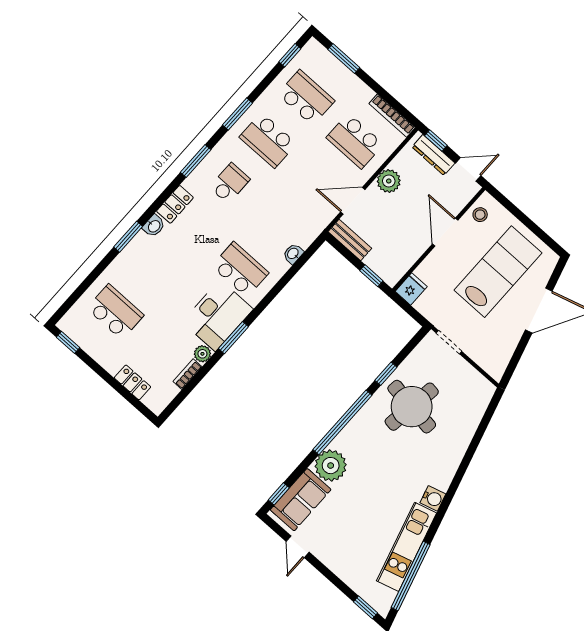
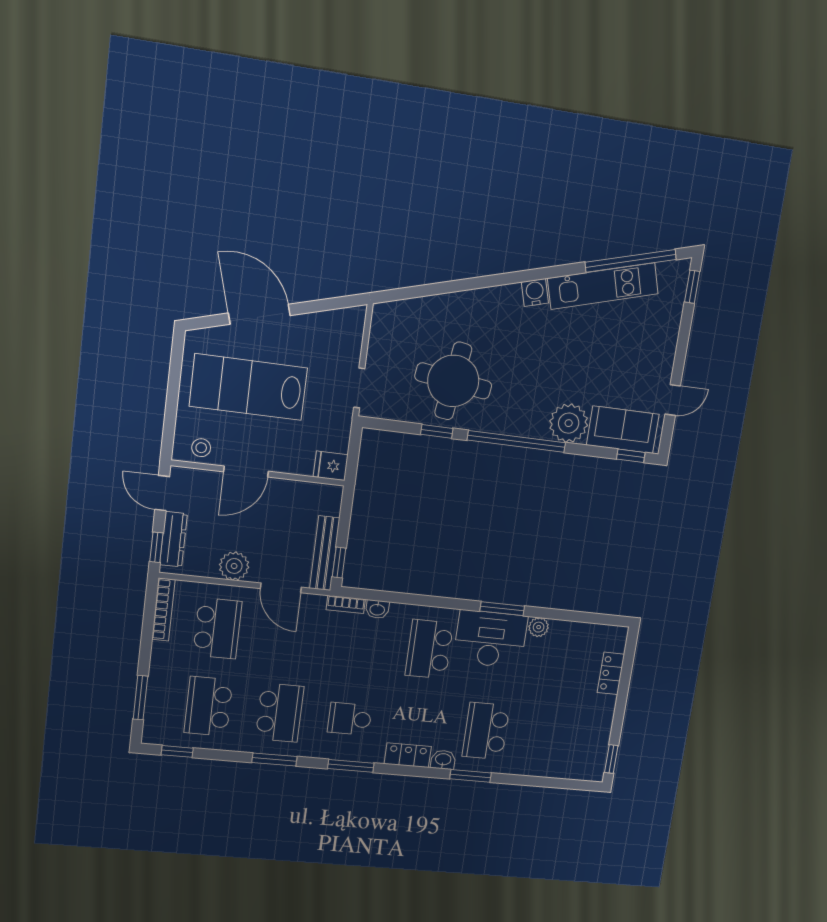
bench: (350, 240) -> (325, 553), width x1.36
window: (371, 276) -> (339, 563), moved
school desk: (115, 312) -> (486, 731), moved
bookcase: (187, 374) -> (346, 604), moved

